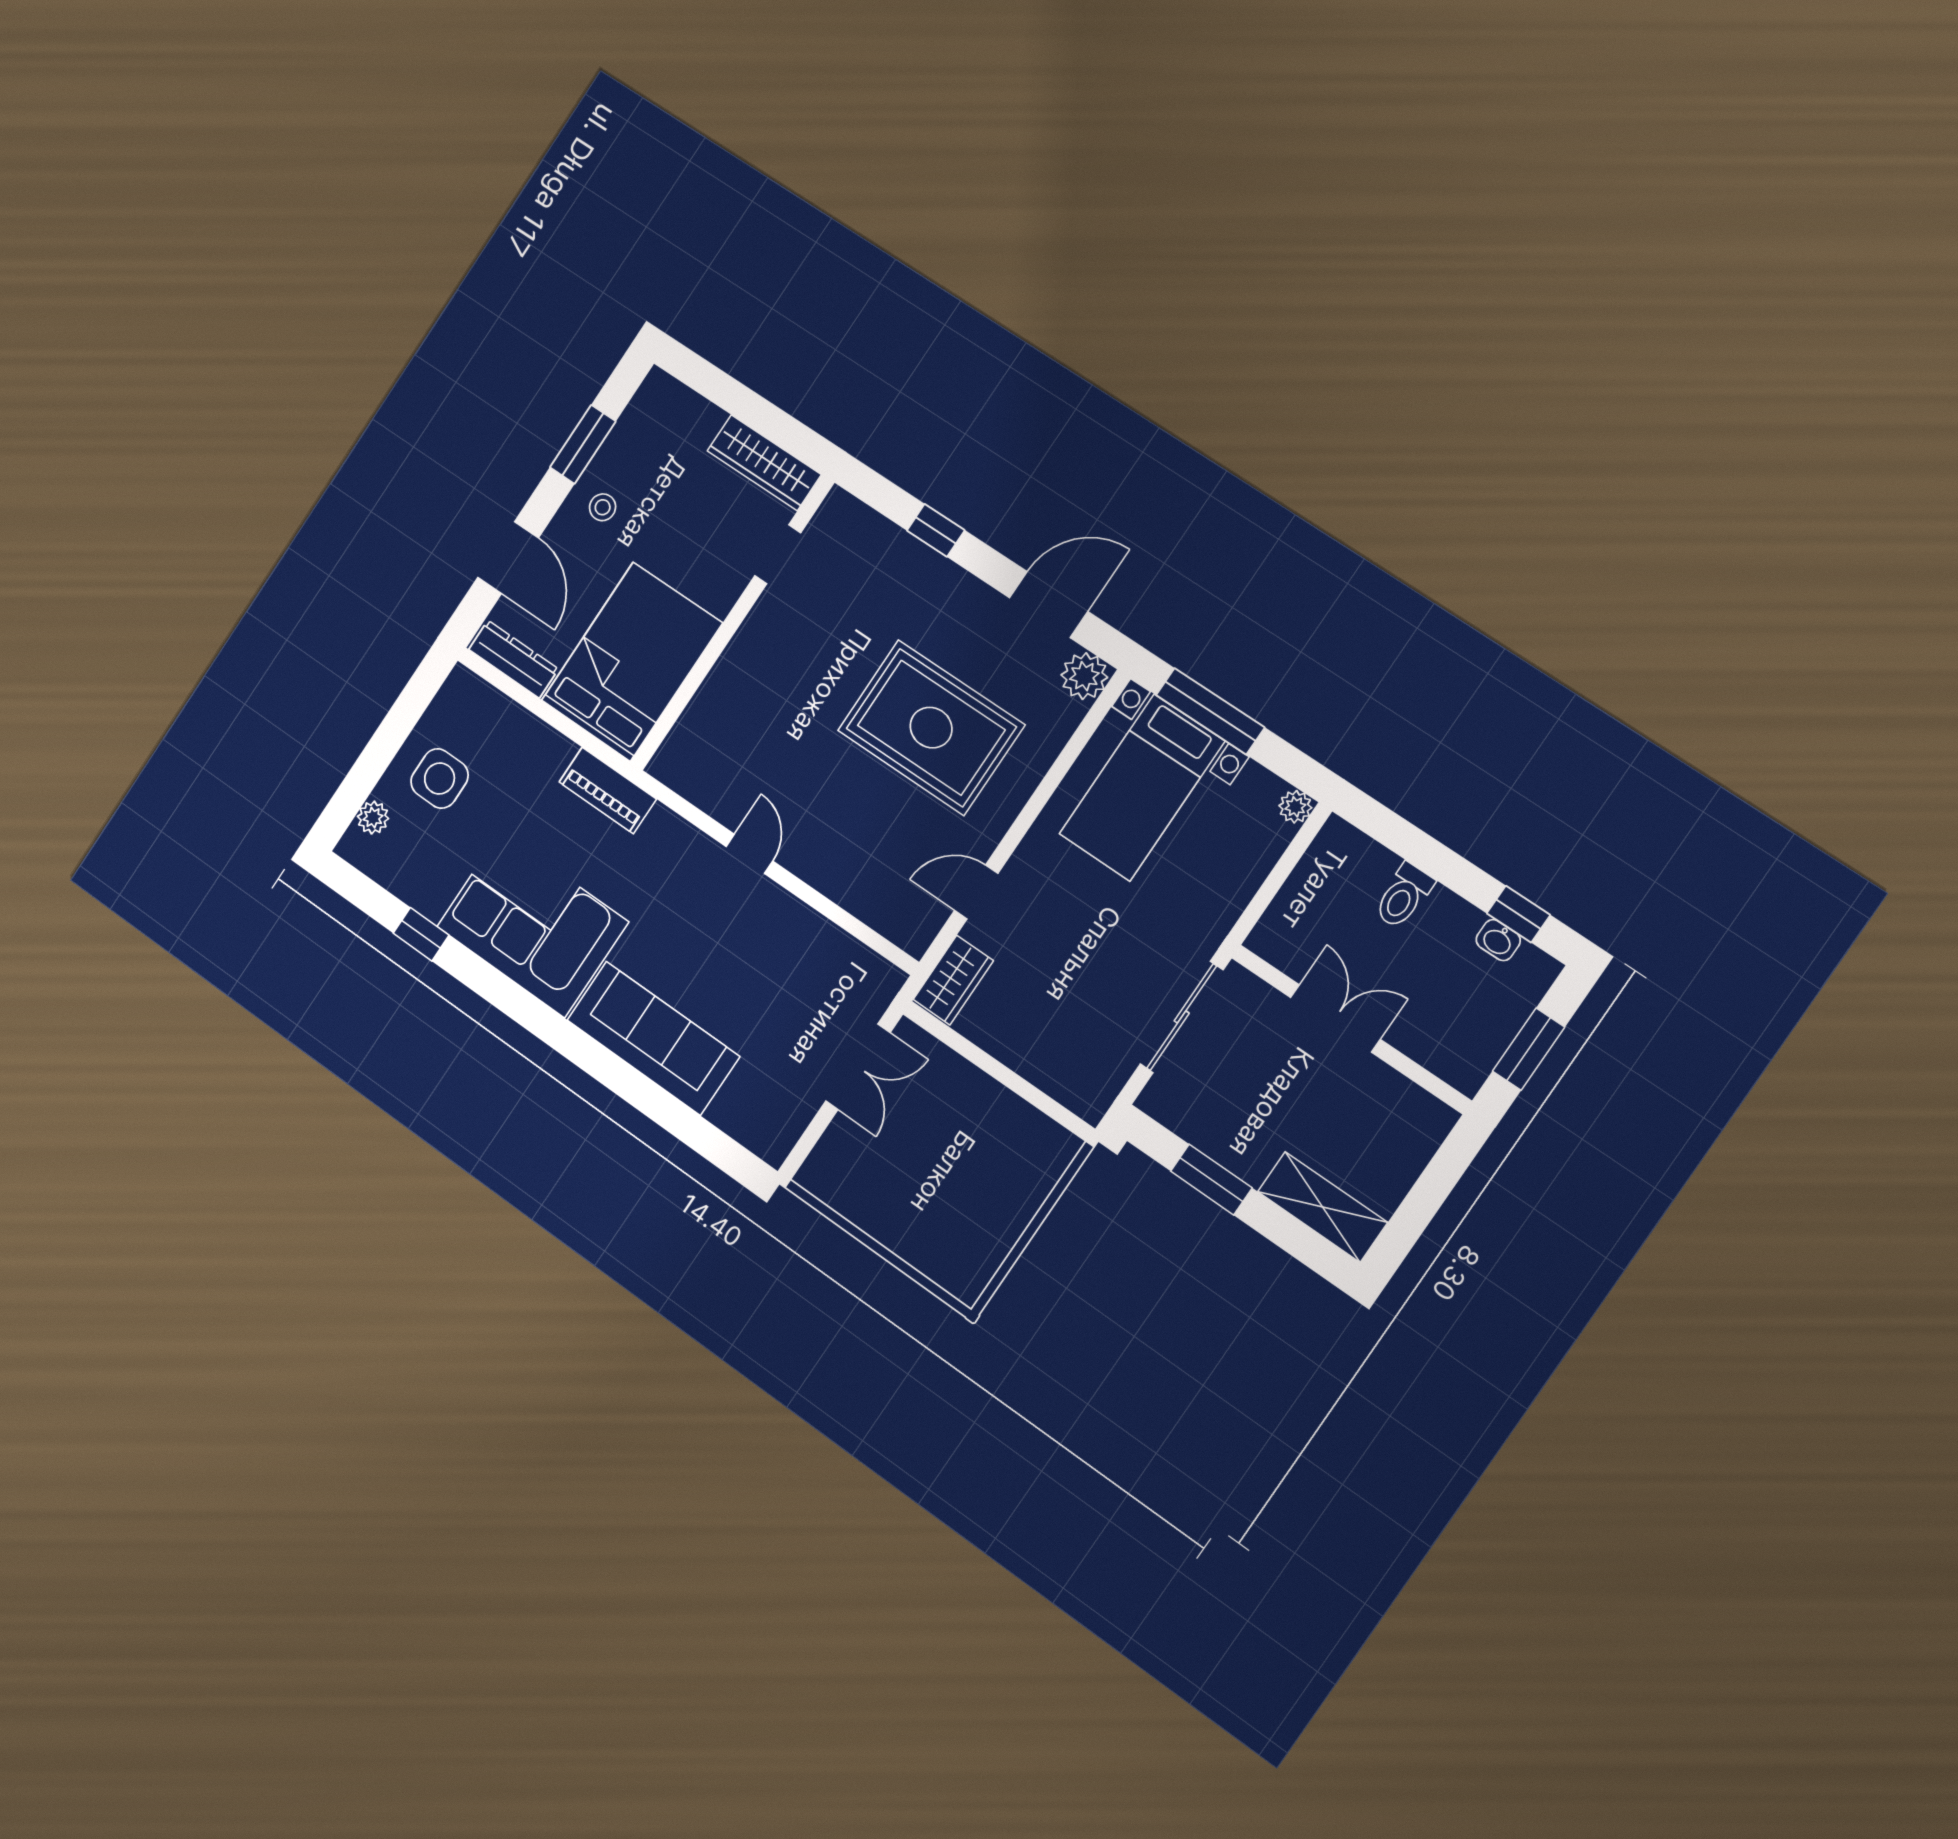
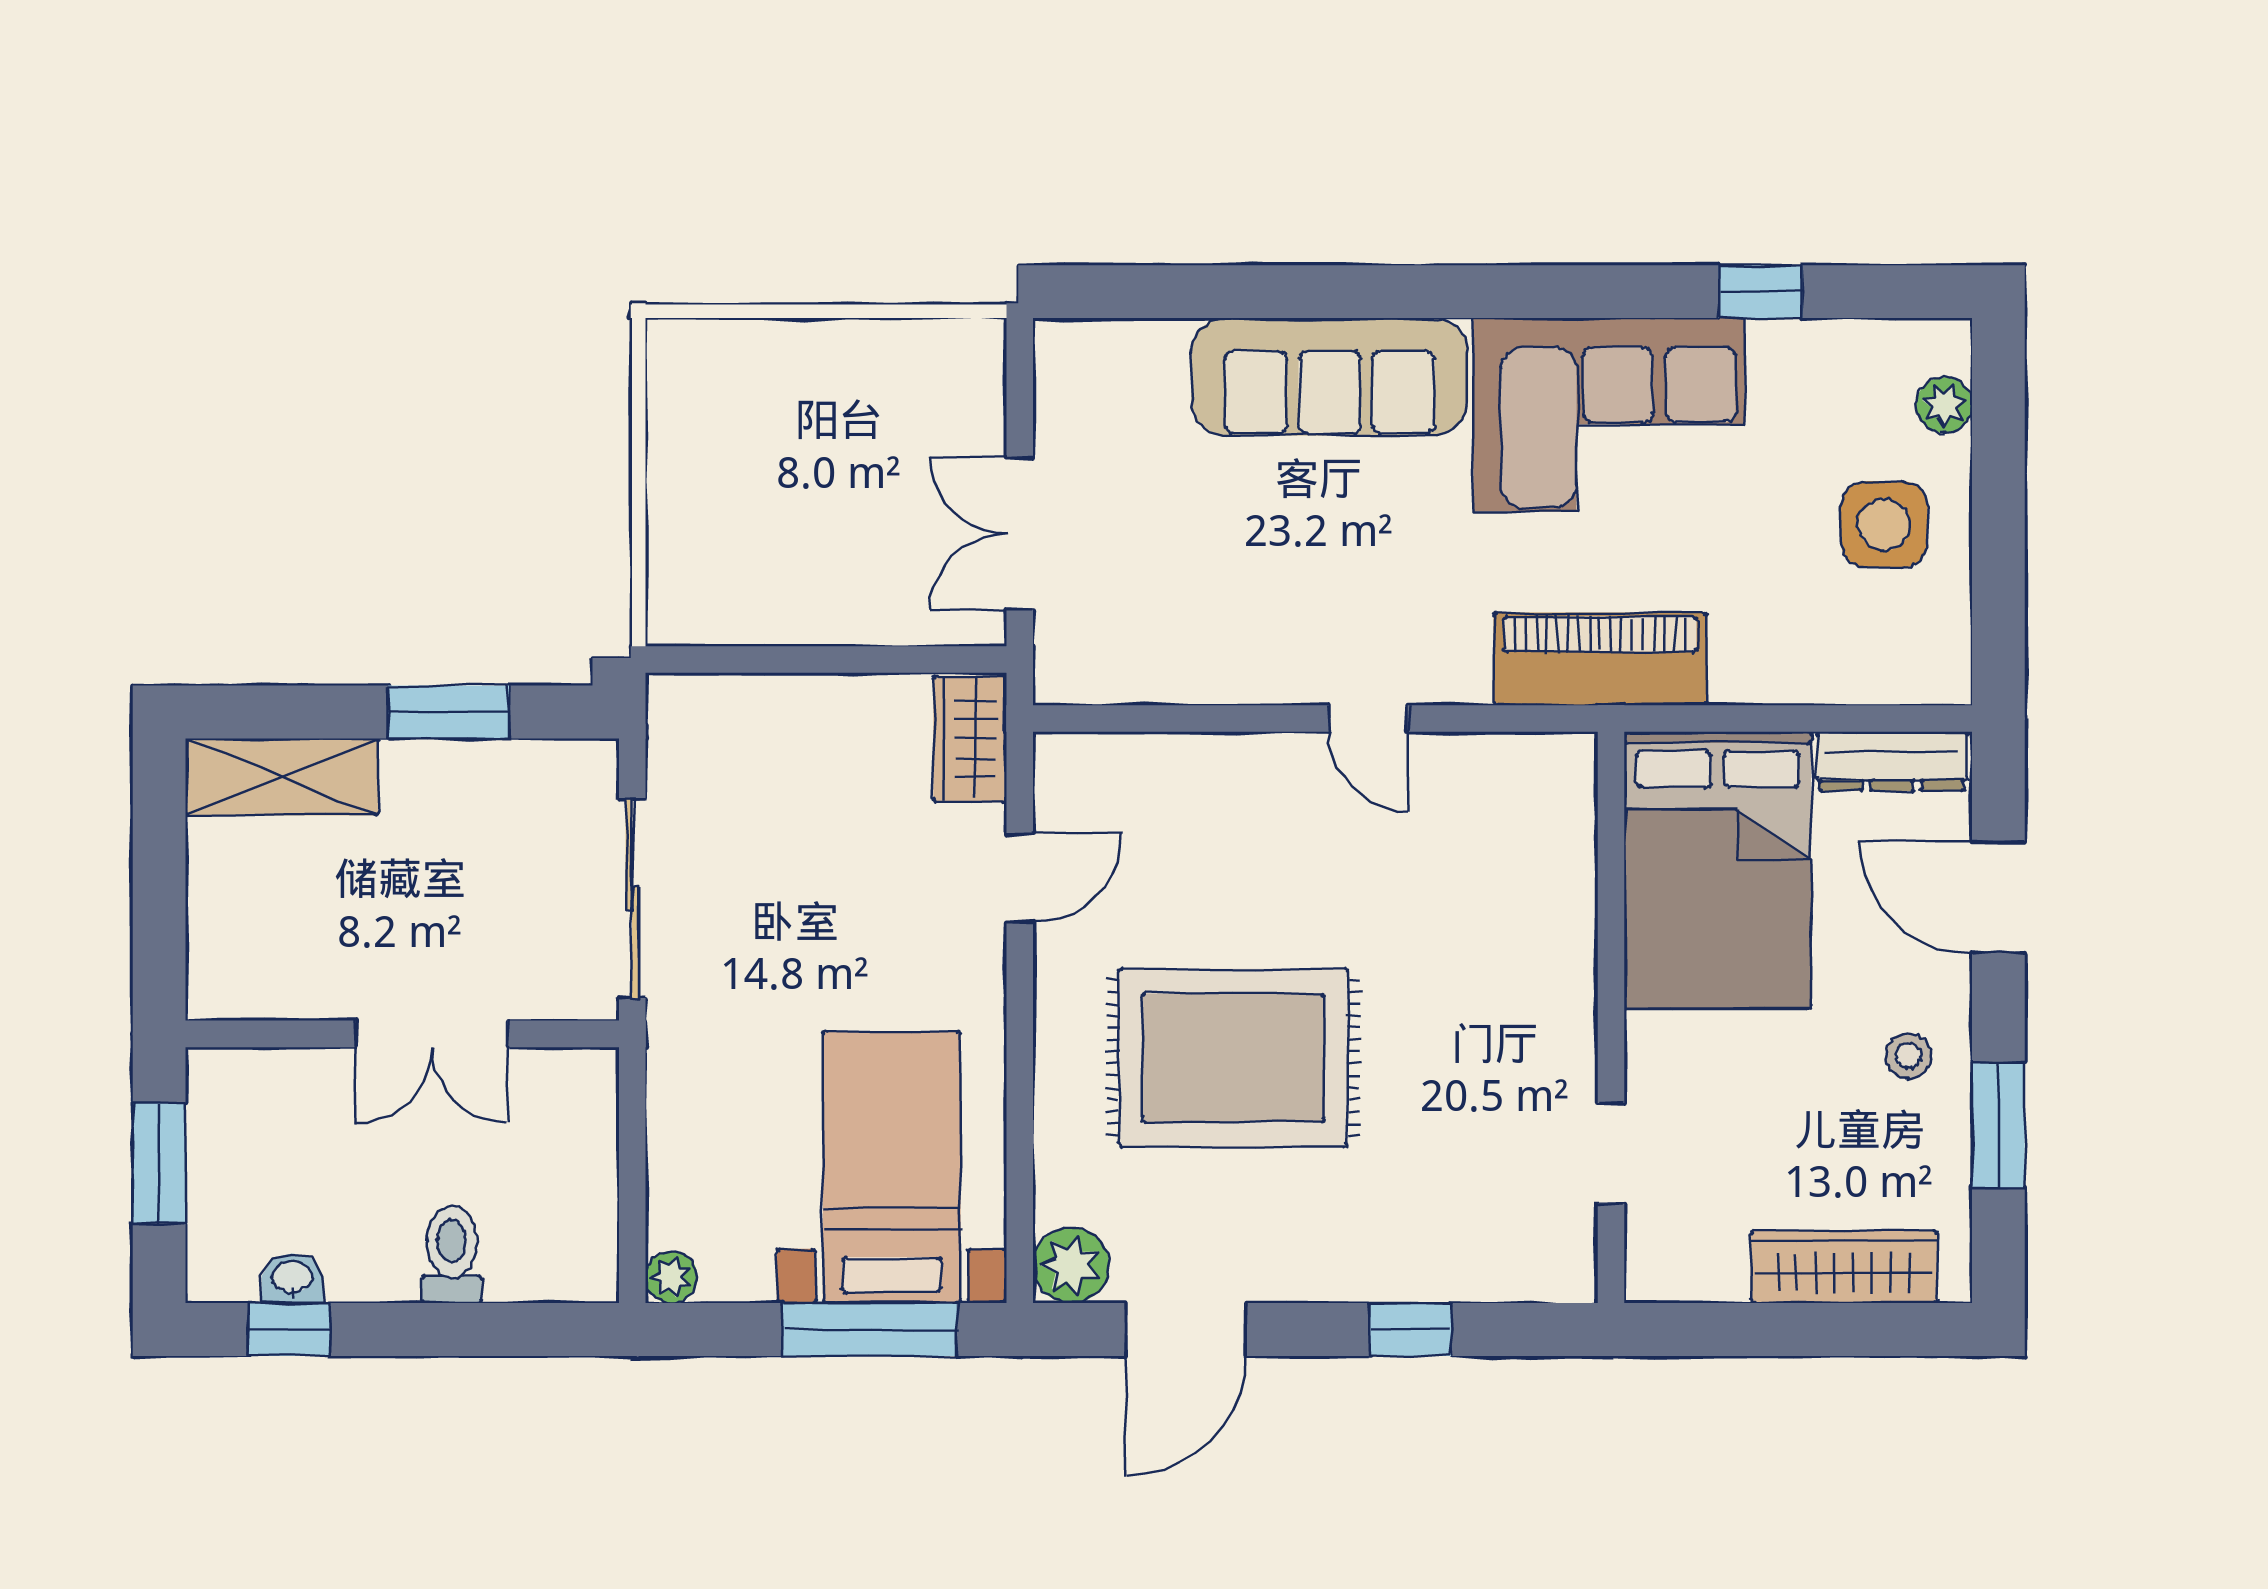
wardrobe: (764, 463) -> (1844, 1267), moved
piano: (608, 790) -> (1600, 659), width x1.37, depth x1.33

